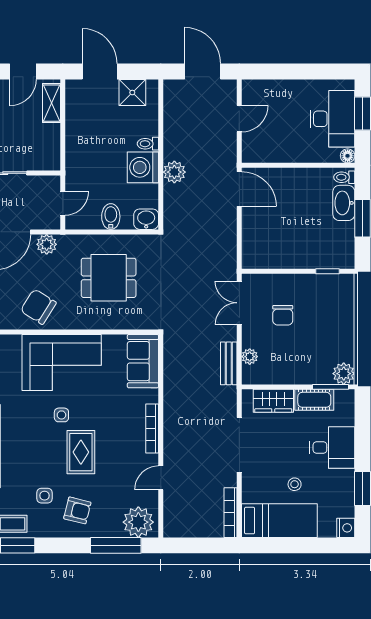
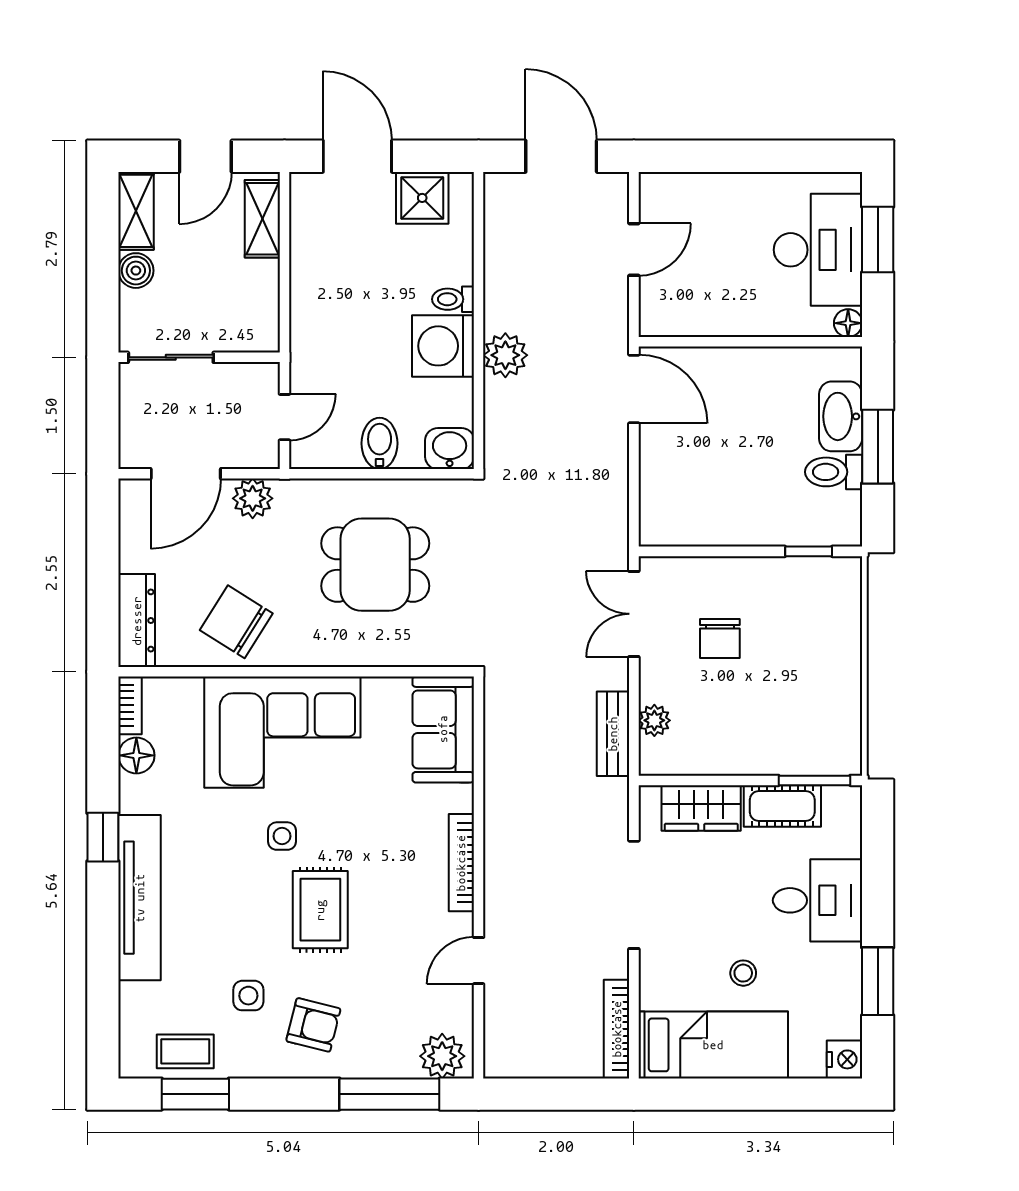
toilet: (344, 177) -> (834, 472), moved, width x1.37, depth x1.39
plant: (344, 374) -> (840, 754), removed
plant: (138, 522) -> (442, 1056), width x0.73, depth x0.73

